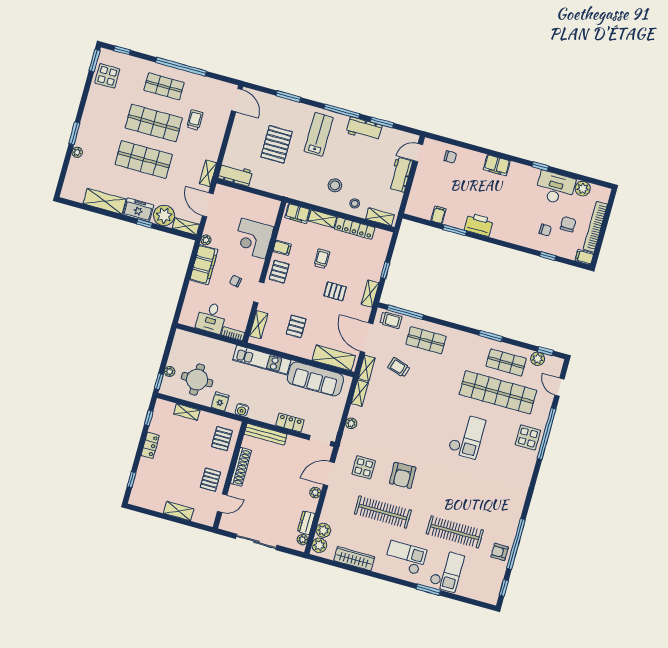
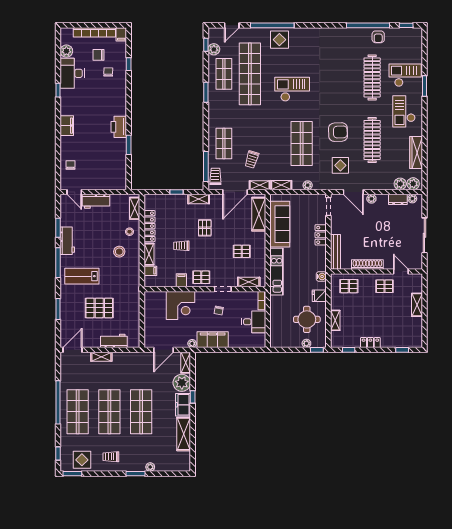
shop shelf: (164, 86) -> (78, 412), width x1.43, depth x1.36
trolley: (195, 120) -> (111, 457), moved
shelving: (208, 173) -> (101, 357), moved
workbench: (235, 175) -> (114, 341), moved, turned 90
filing cabinet: (298, 214) -> (150, 271), width x0.50
filing cabinet: (439, 215) -> (120, 161), removed
shop shelf: (401, 430) -> (302, 144), added

